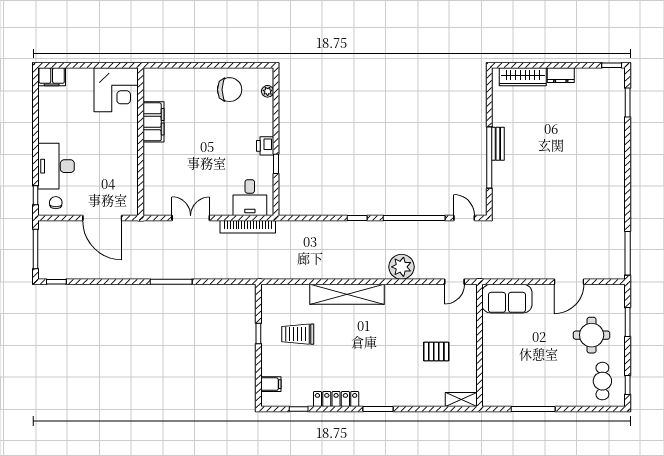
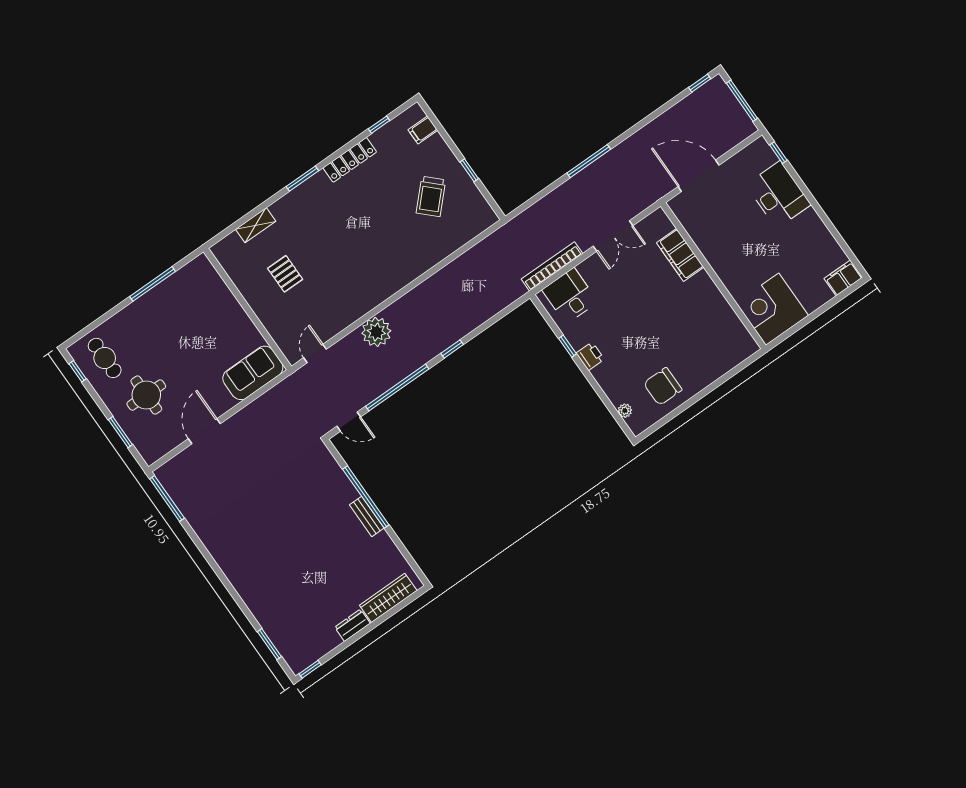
filing cabinet: (153, 122) -> (680, 255), moved
chair: (56, 203) -> (754, 159), removed
shelving: (347, 294) -> (410, 269), removed
trolley: (298, 334) -> (431, 196), turned 134
pallet: (436, 352) -> (285, 274), turned 90
shelving: (461, 400) -> (256, 225), moved

